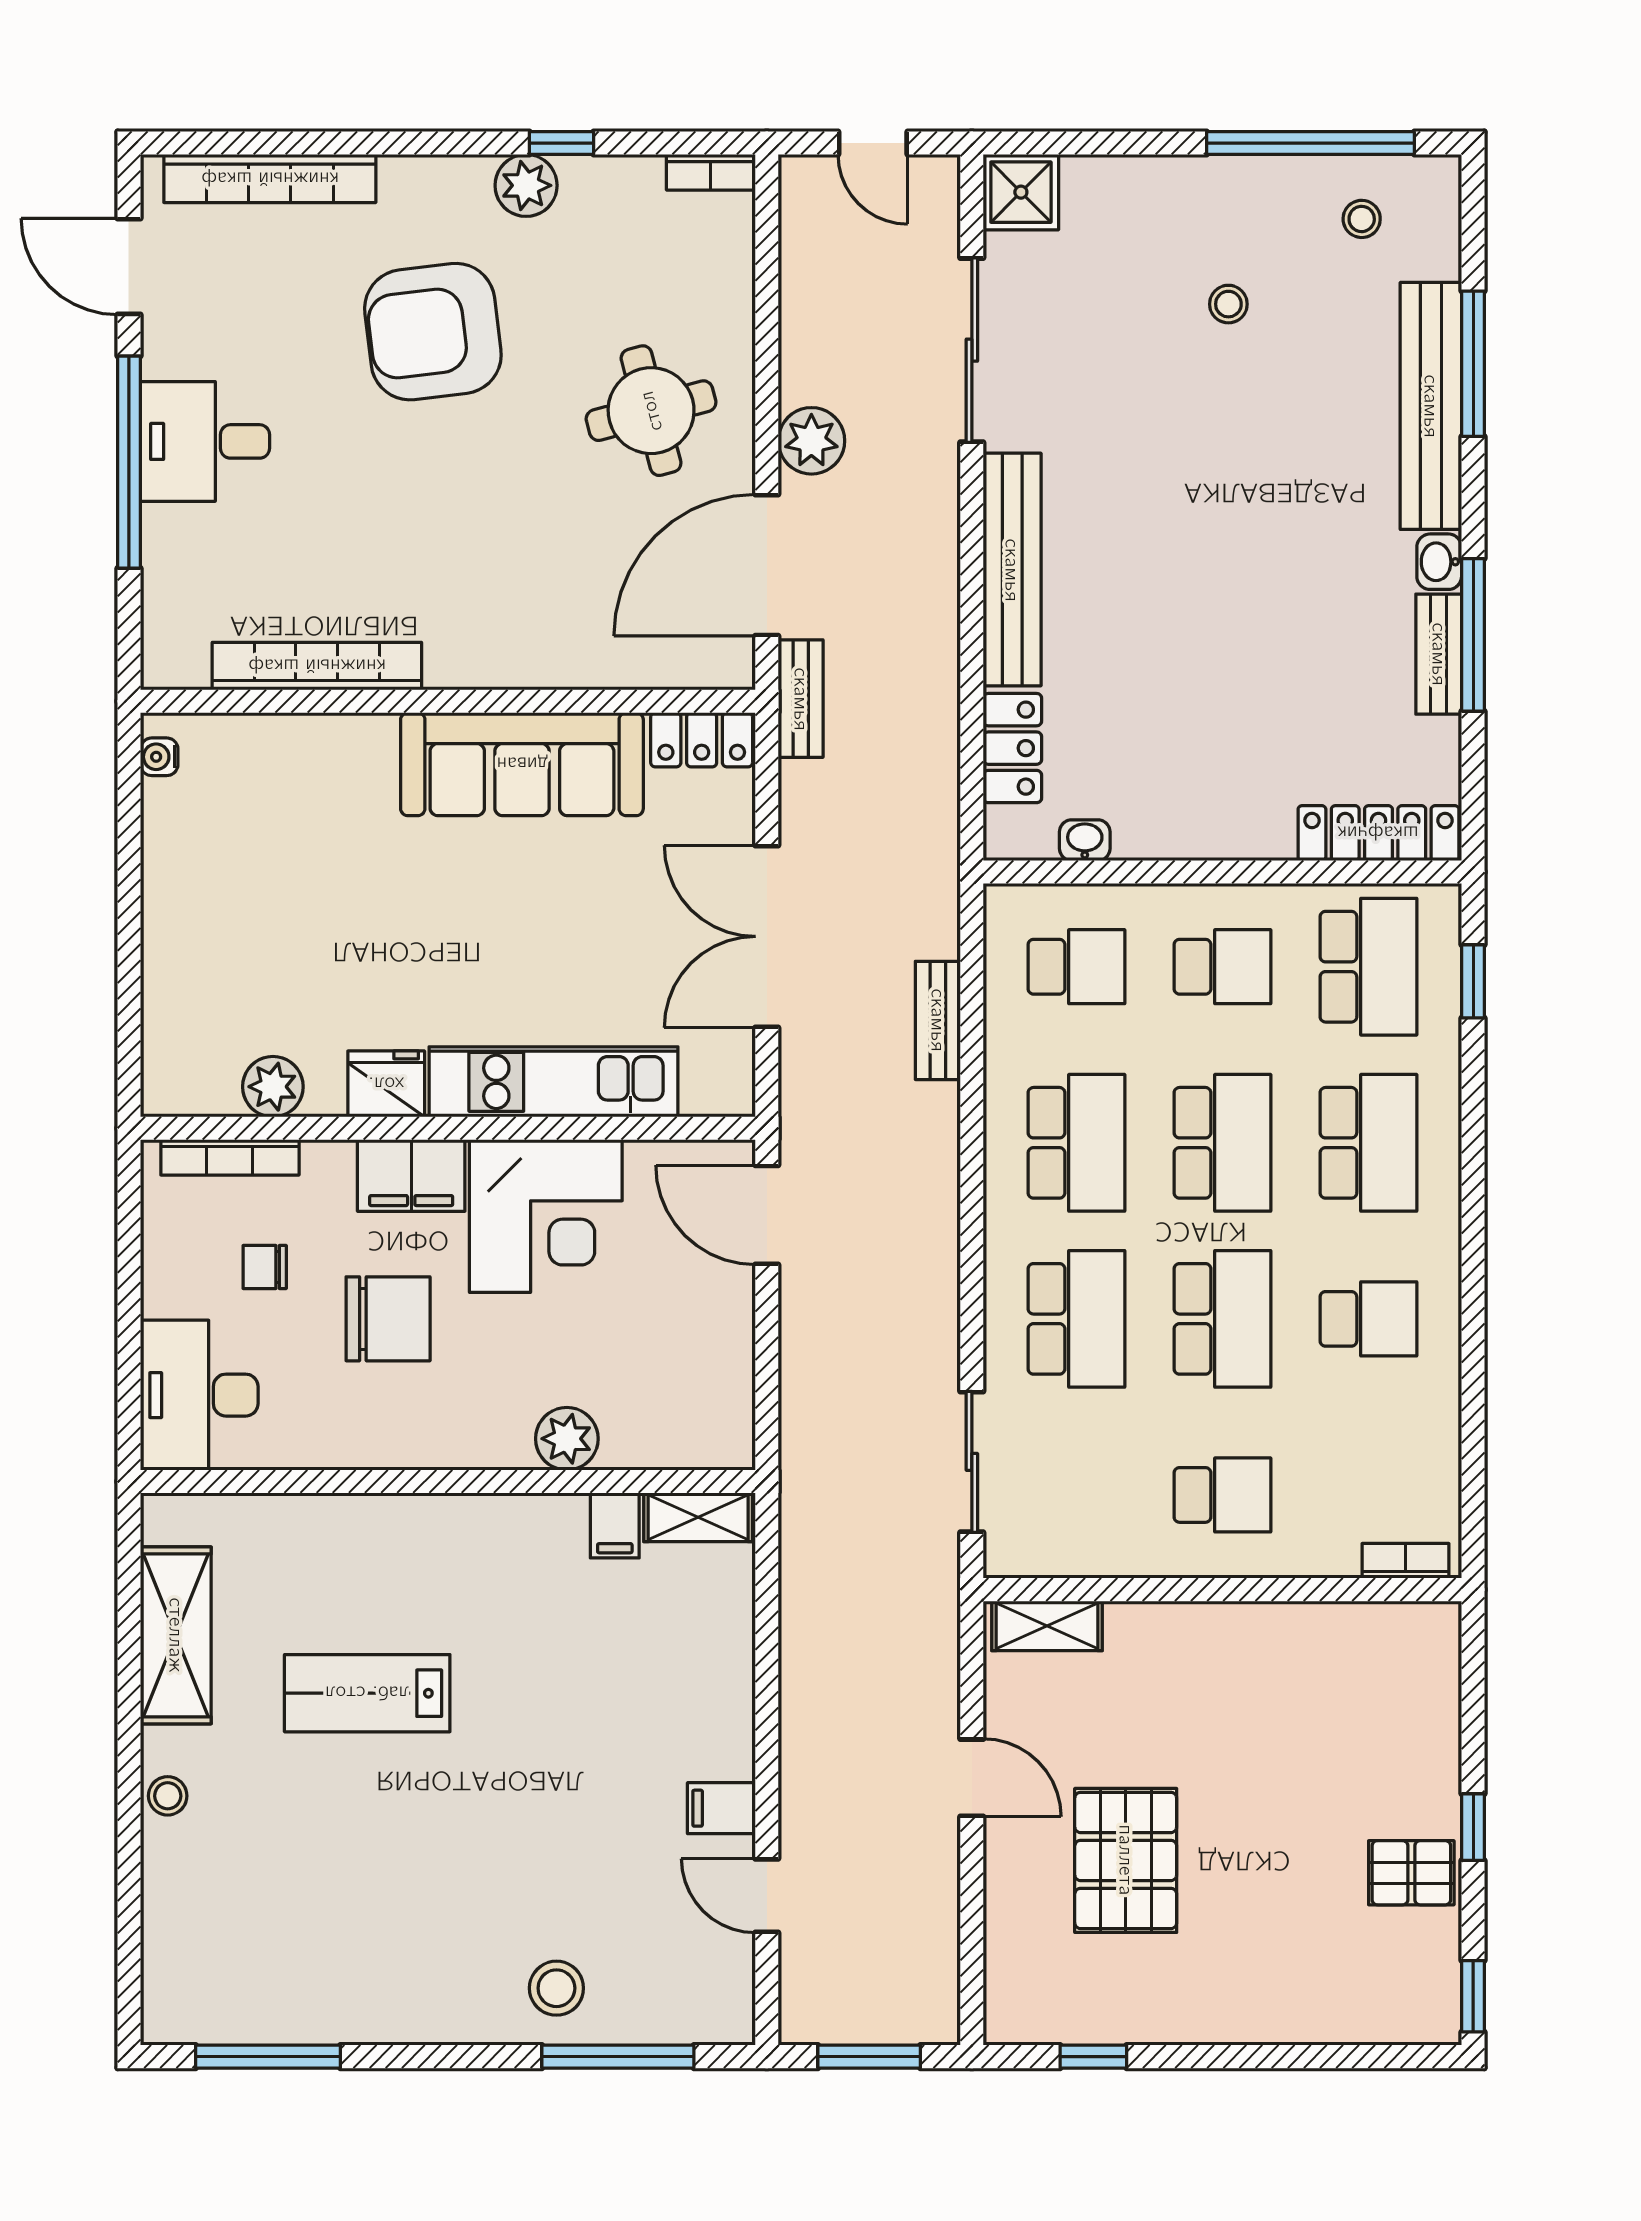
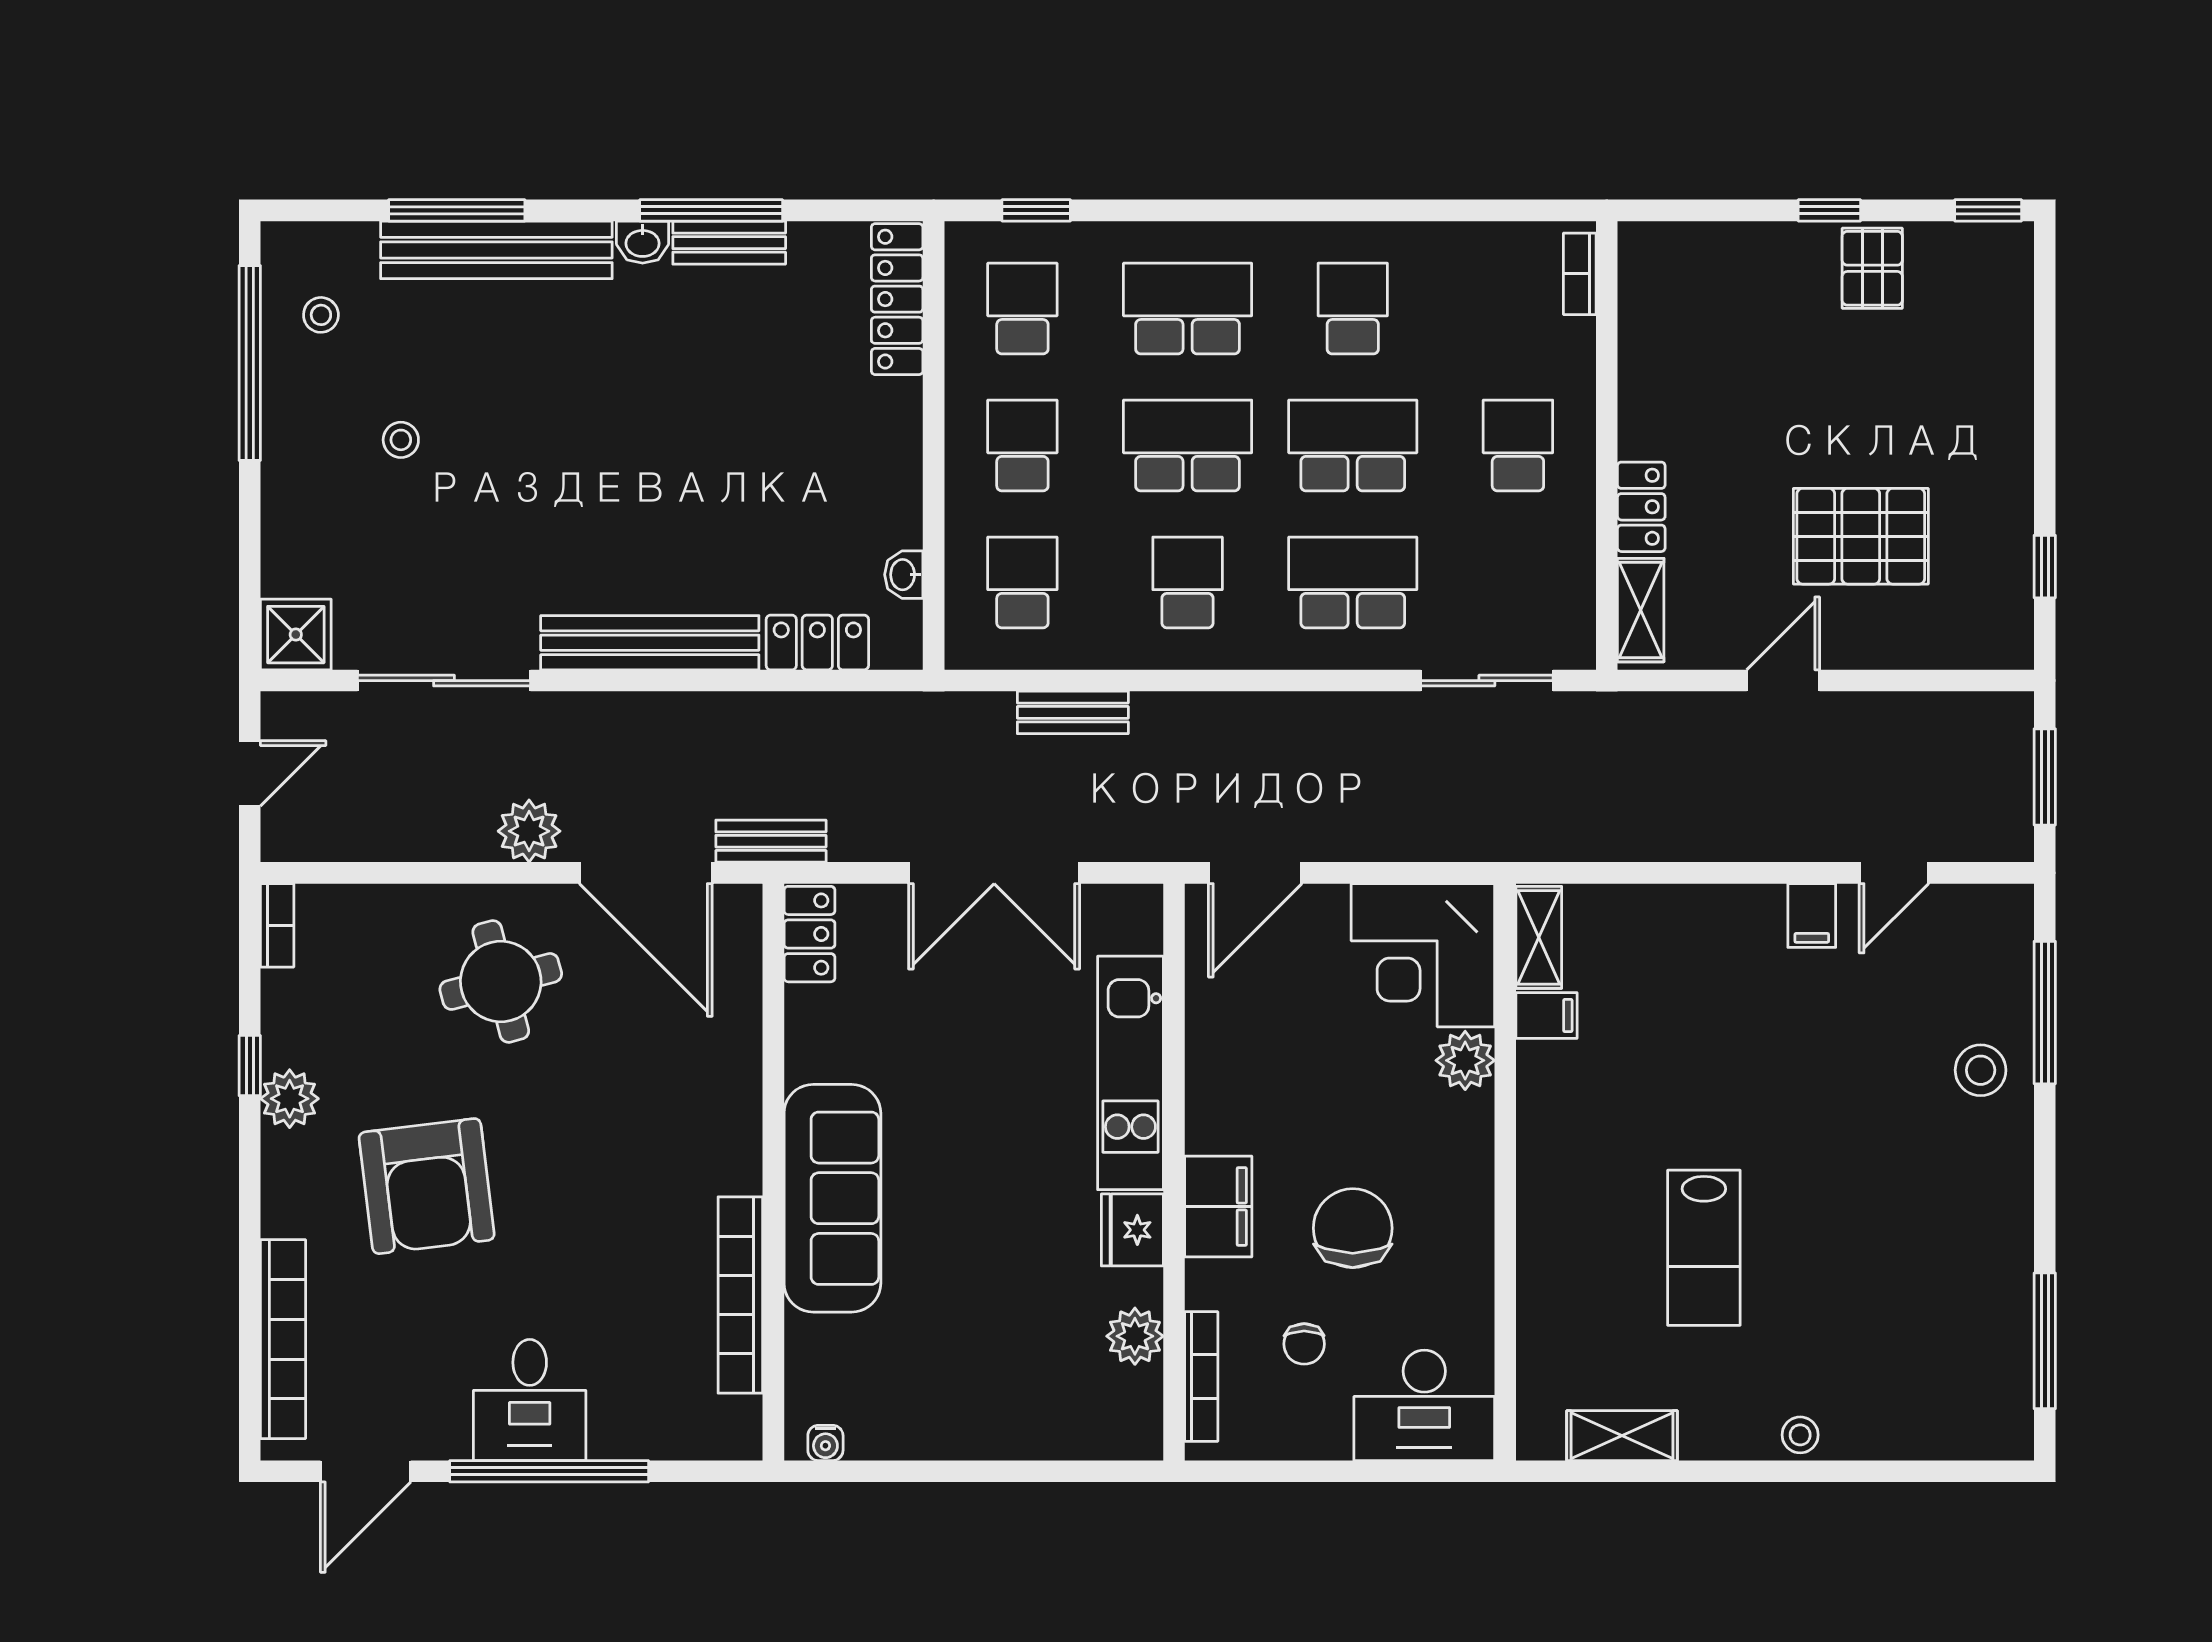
sofa: (522, 764) -> (832, 1198), moved
school desk: (1368, 967) -> (1022, 309), width x0.54
school desk: (1076, 1143) -> (1188, 582), width x0.54
corner desk: (546, 1216) -> (1423, 955), moved, turned 180
locker: (1157, 1626) -> (1641, 507), added
shelving: (176, 1635) -> (1622, 1436), width x0.67, depth x0.75

